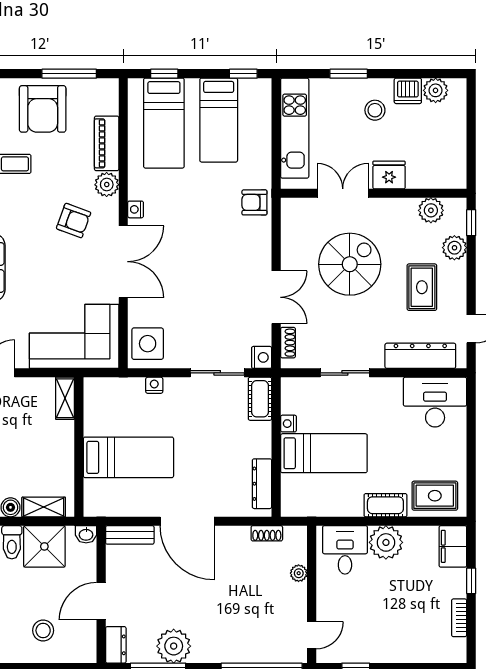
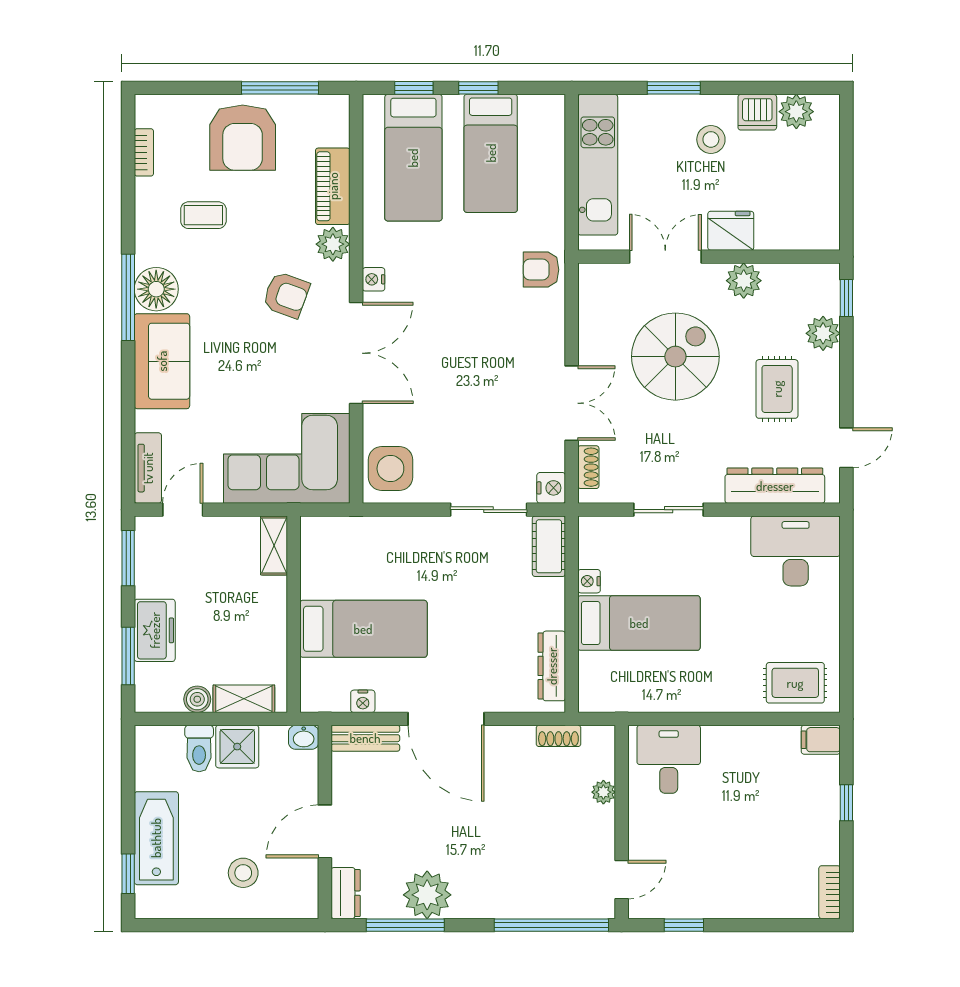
window: (243, 74) -> (478, 88), moved
plant: (431, 210) -> (744, 281), moved
nightstand: (154, 385) -> (363, 701), moved, turned 180
cot: (385, 505) -> (726, 696), removed
plant: (386, 542) -> (726, 749), removed
shower: (44, 546) -> (237, 747), width x0.73, depth x0.73
filing cabinet: (453, 546) -> (821, 740), width x0.50
bookcase: (459, 618) -> (830, 892), moved

